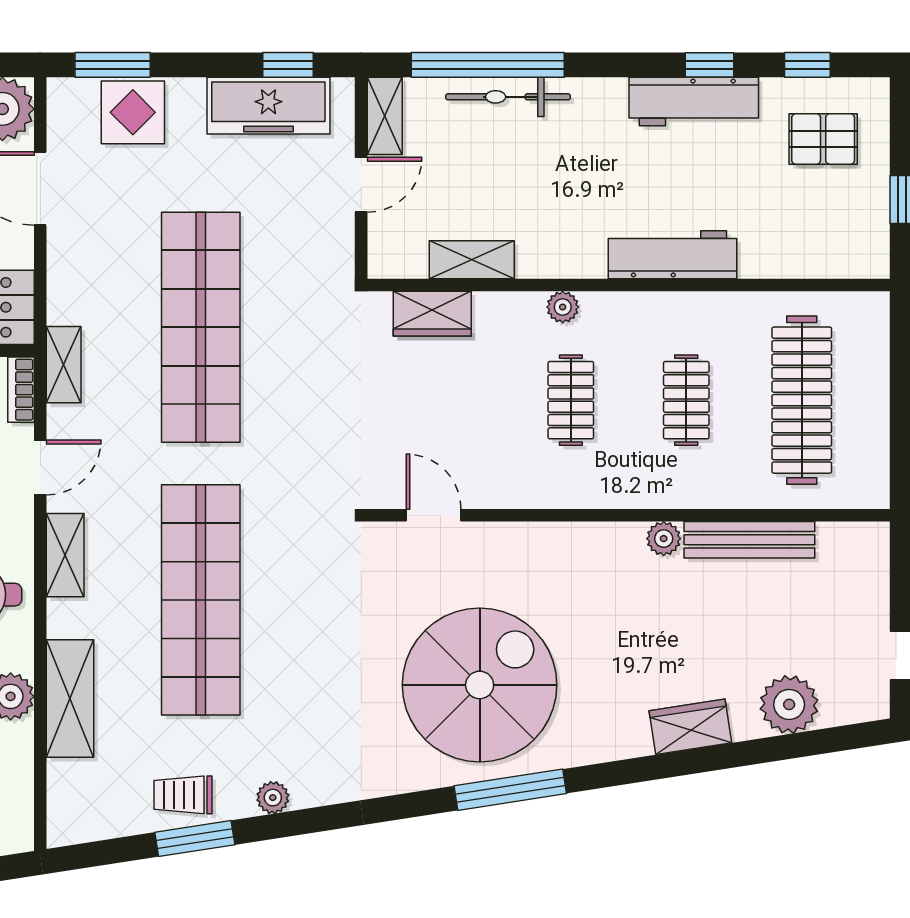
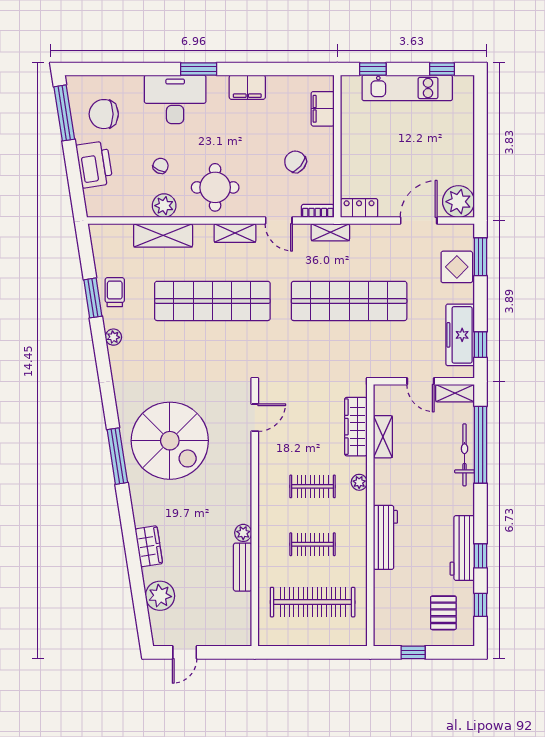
wardrobe: (432, 314) -> (356, 427), width x1.50
bench: (749, 540) -> (243, 567), width x0.73

